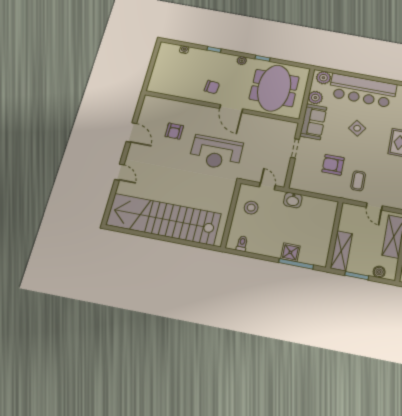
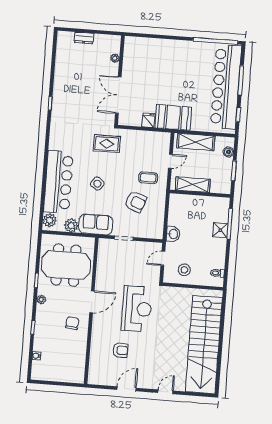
armchair: (333, 165) -> (136, 202), turned -69
shelving: (341, 251) -> (193, 185), moved

